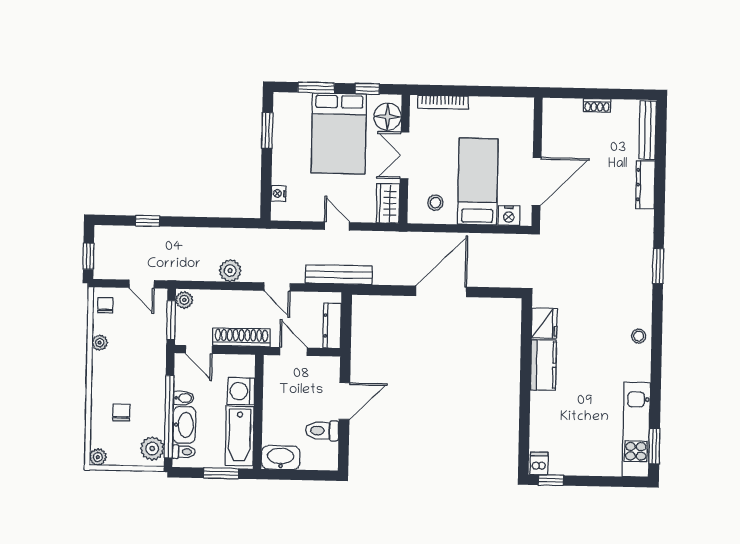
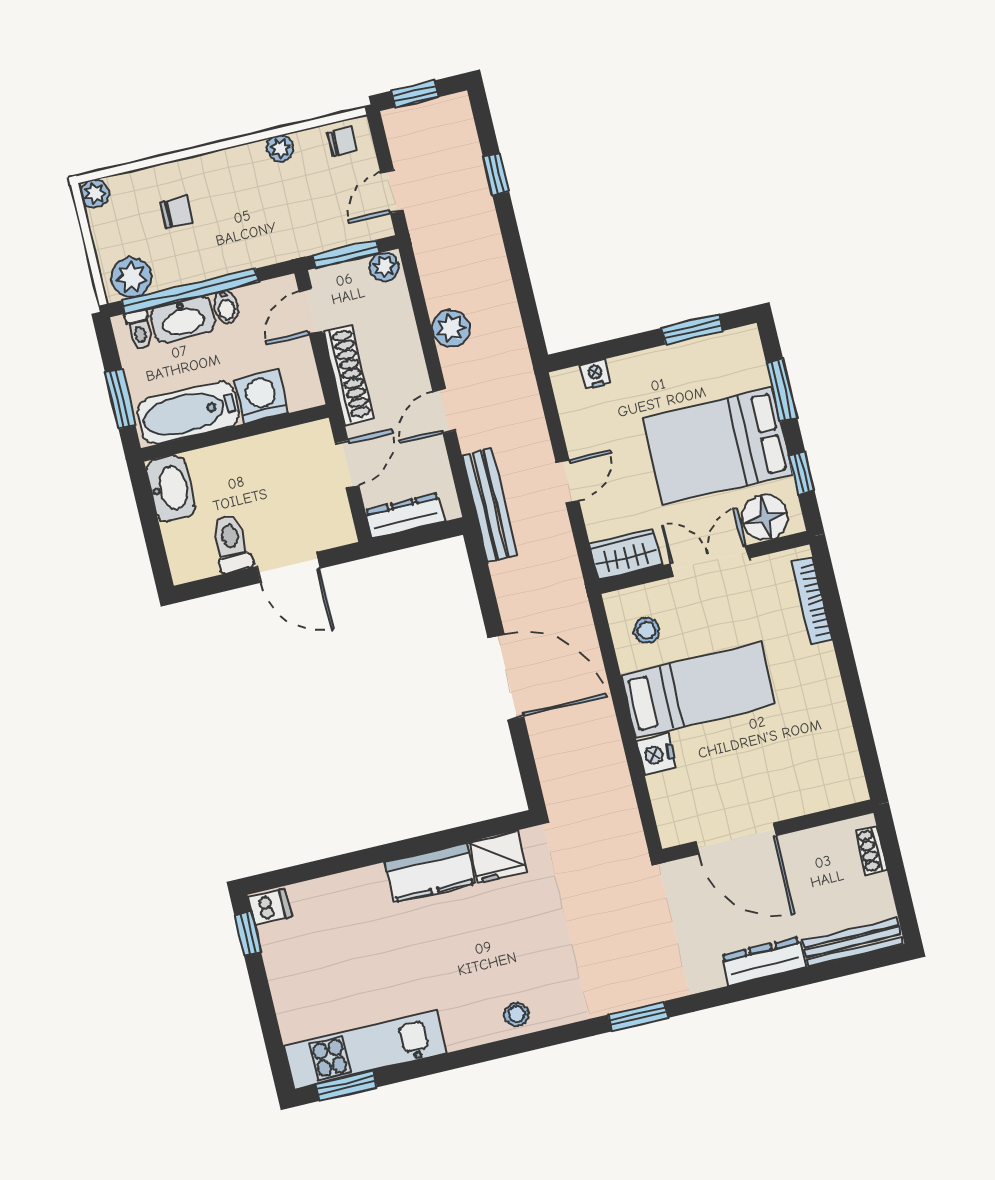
wall: (537, 162) -> (768, 831), moved
door: (537, 181) -> (736, 839), moved

